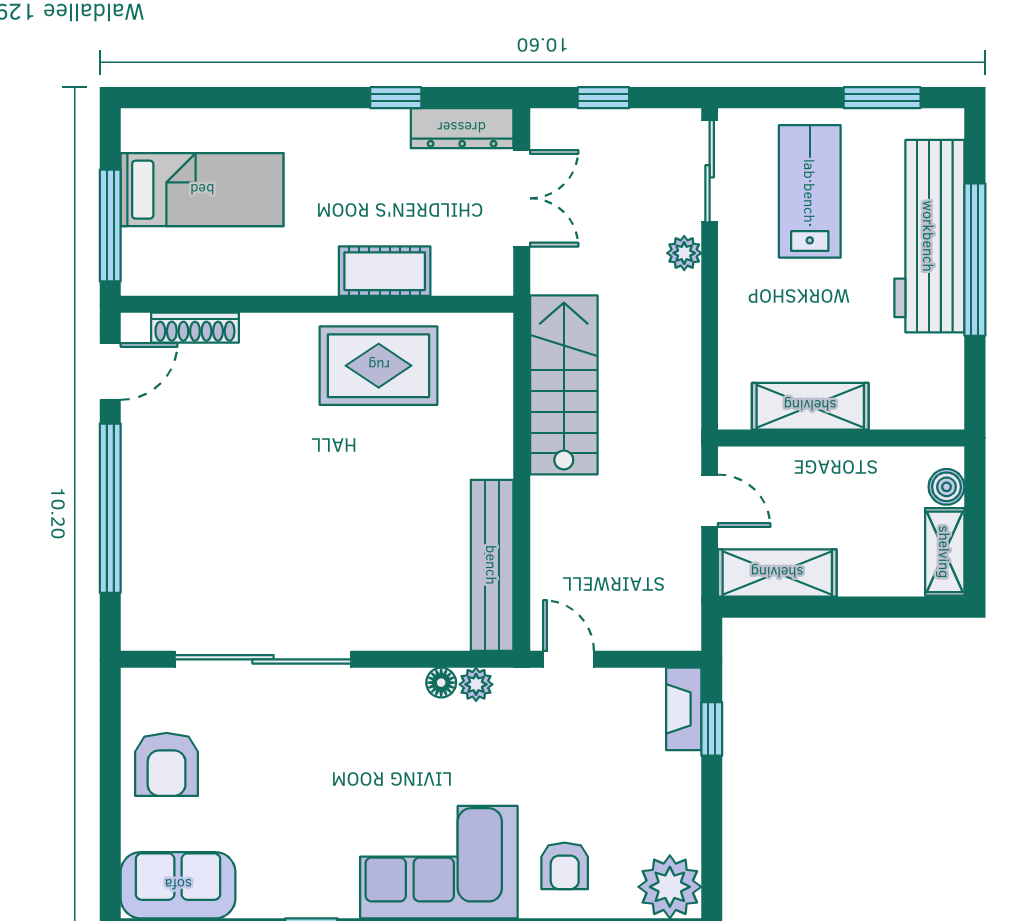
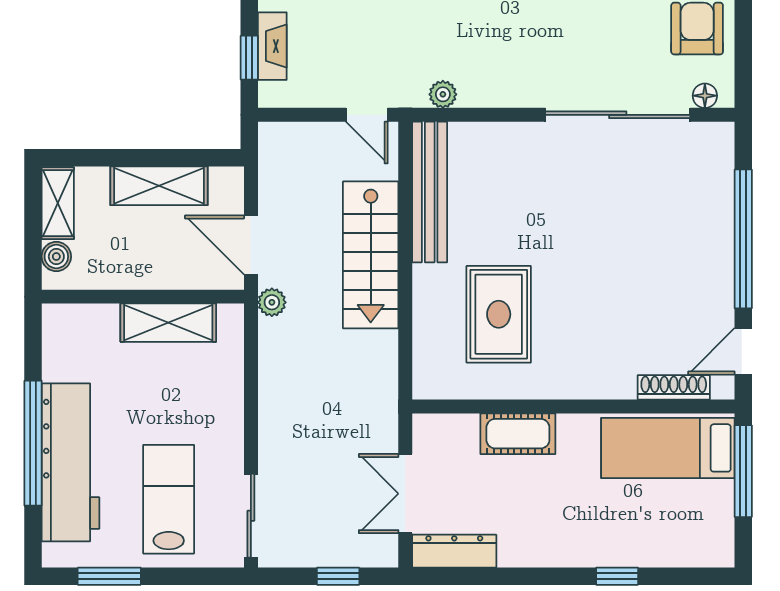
window: (396, 98) -> (617, 576), moved
bed: (202, 190) -> (668, 448), moved
lab bench: (810, 191) -> (169, 499), turned 180
plant: (684, 253) -> (272, 302), moved
rug: (379, 366) -> (499, 314), moved, turned 90
stairs: (564, 385) -> (371, 255), moved
door: (710, 501) -> (251, 245), width x1.38
shelving: (777, 573) -> (159, 186), moved
floor lamp: (441, 683) -> (705, 96), moved
fireplace: (684, 709) -> (272, 46), moved

